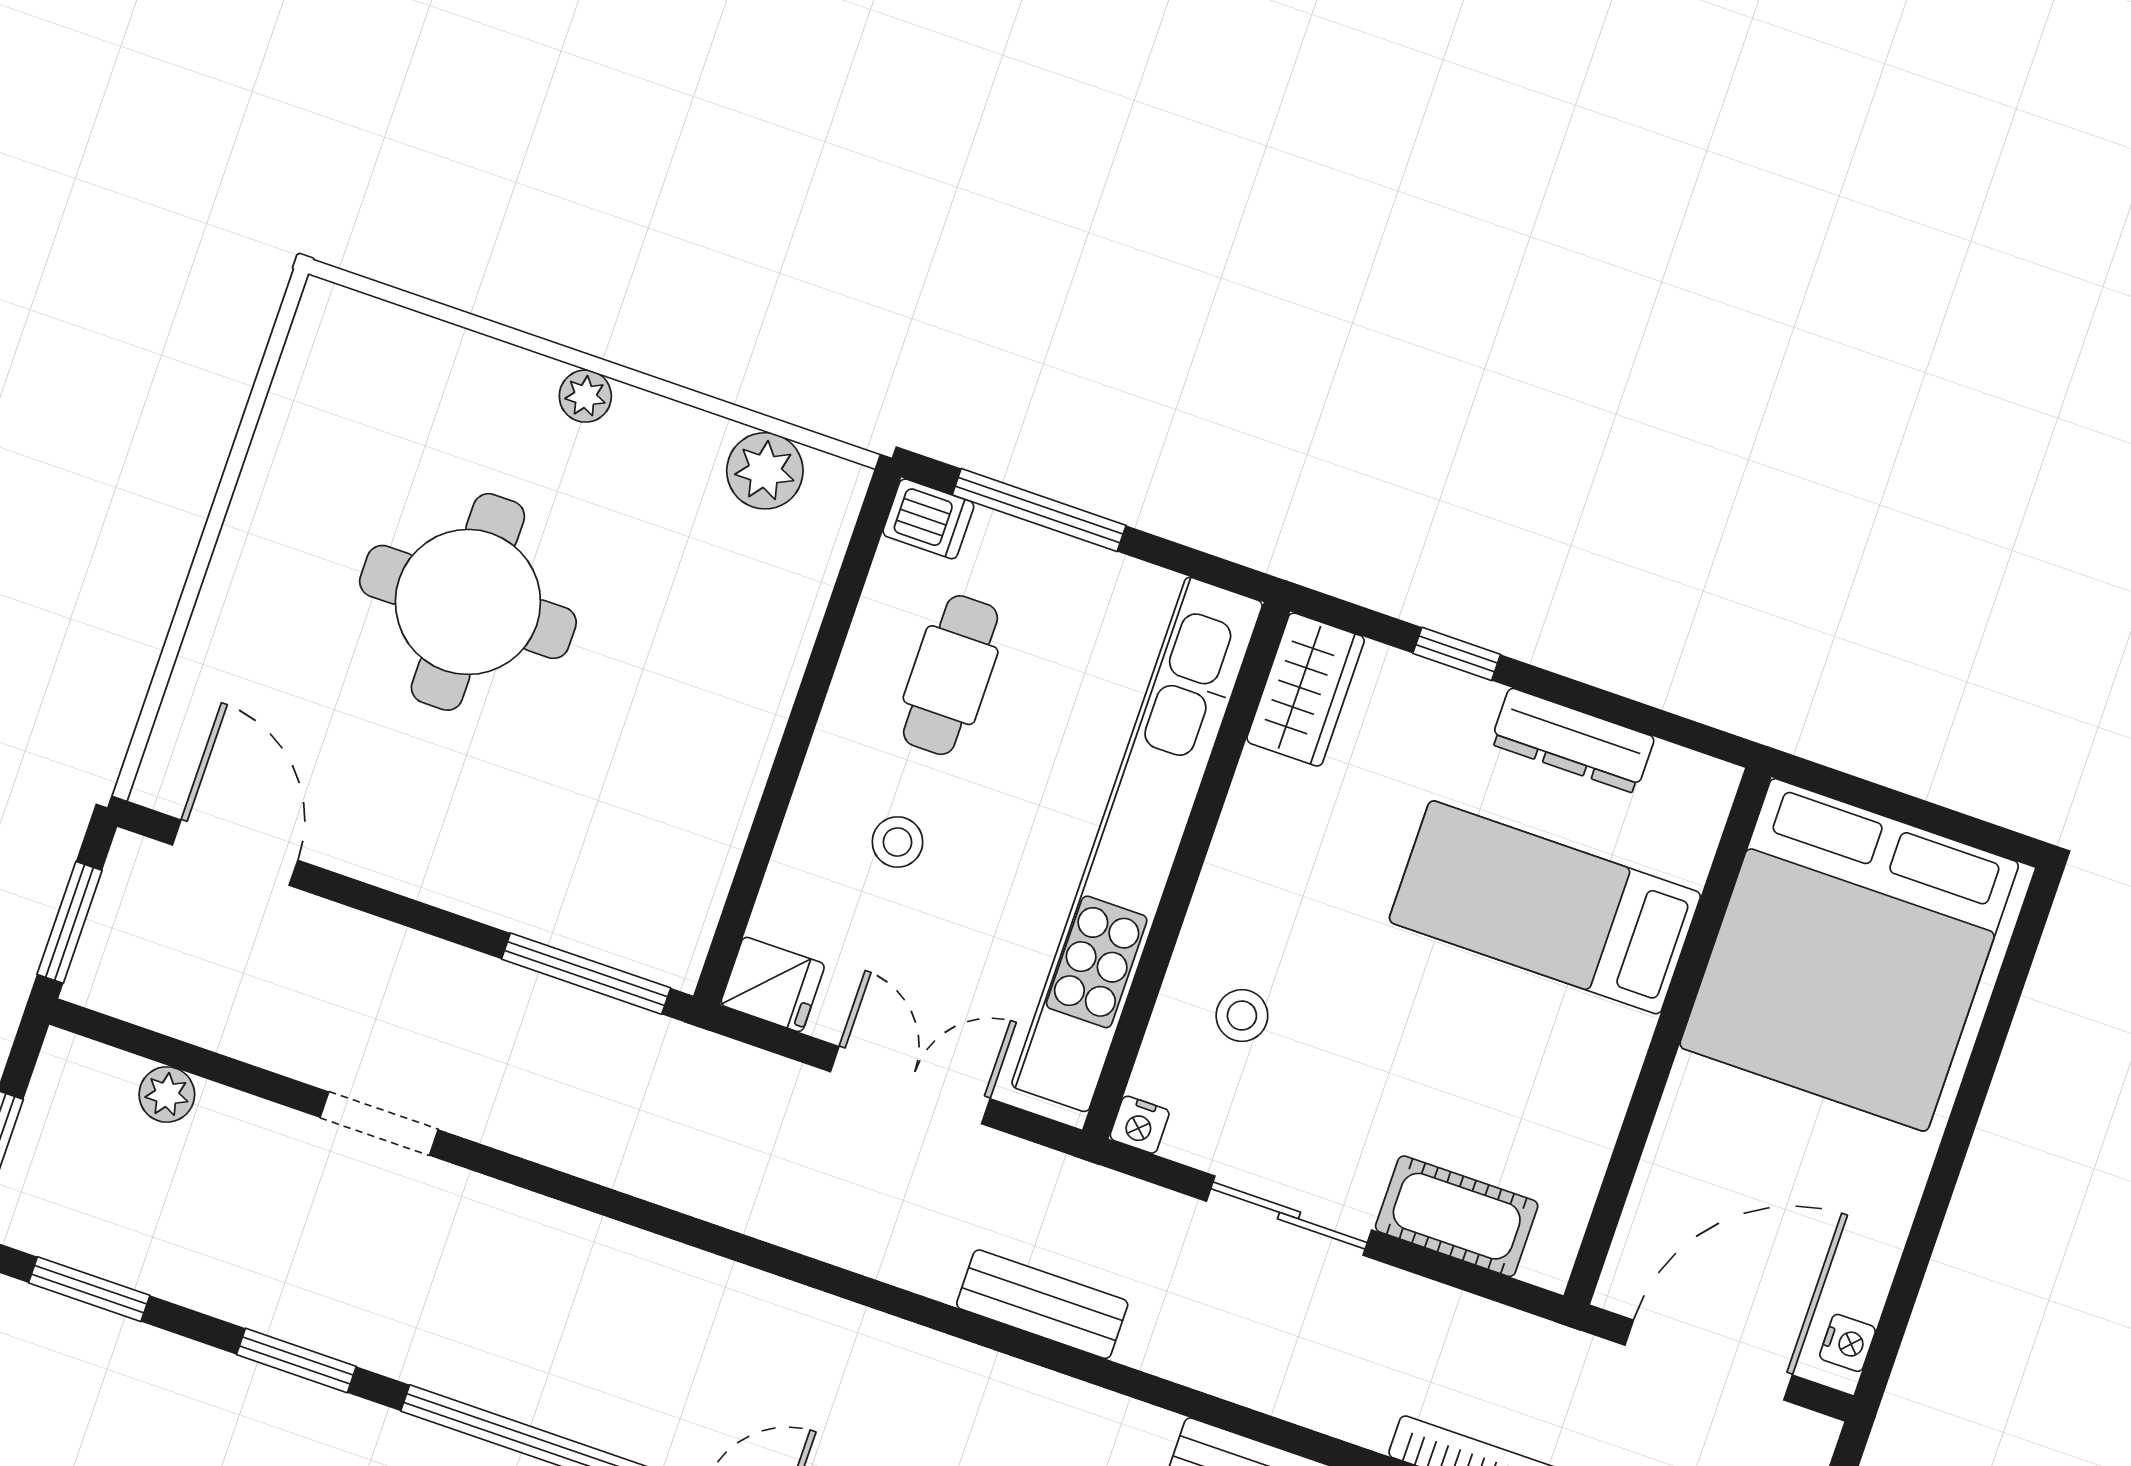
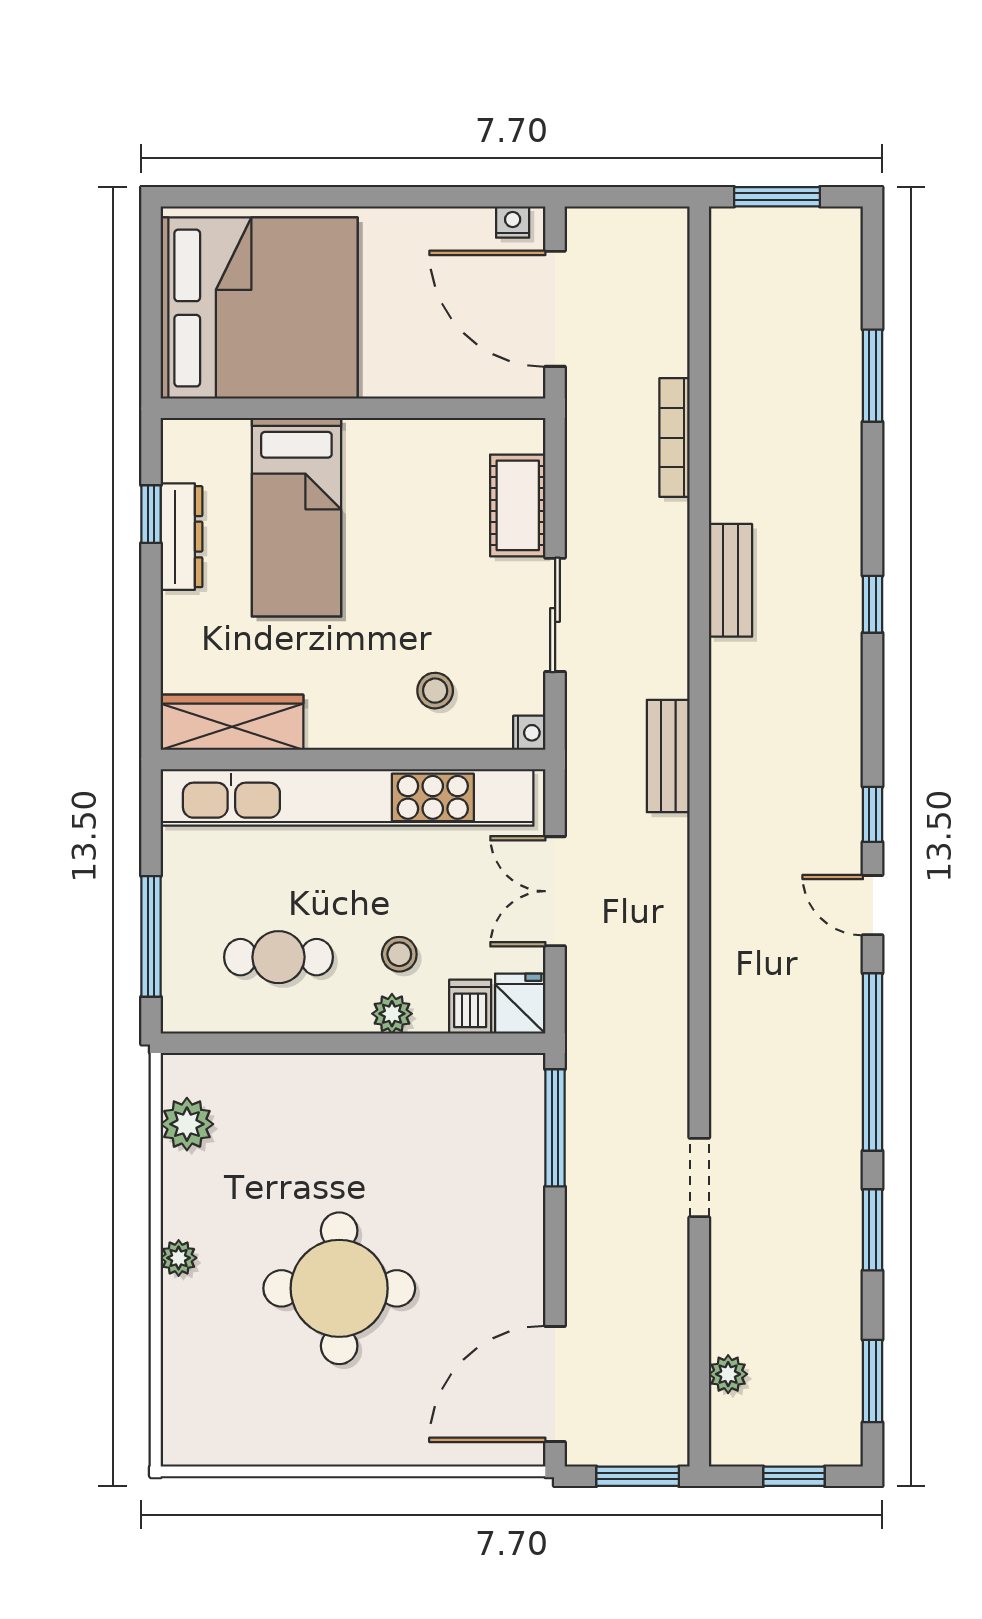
dishwasher: (928, 519) -> (470, 1007), moved
window: (1457, 654) -> (151, 514), moved
wardrobe: (1306, 690) -> (232, 722), width x1.50
plant: (819, 804) -> (392, 1014), added
door: (235, 853) -> (555, 1384), width x1.36
doorway: (379, 1124) -> (699, 1177), moved

